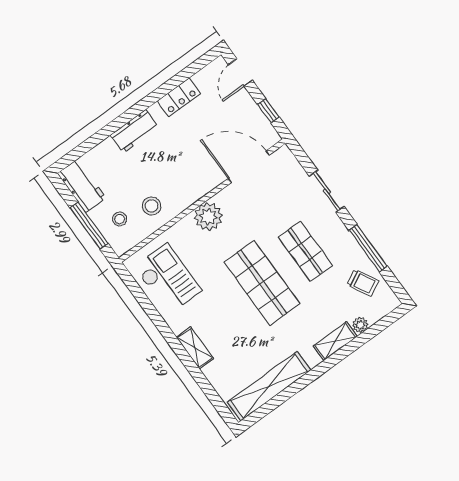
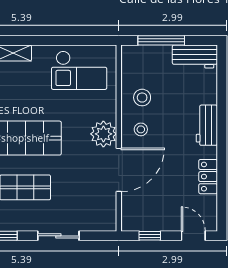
door: (249, 167) -> (119, 170), moved
stool: (120, 219) -> (141, 129), moved

